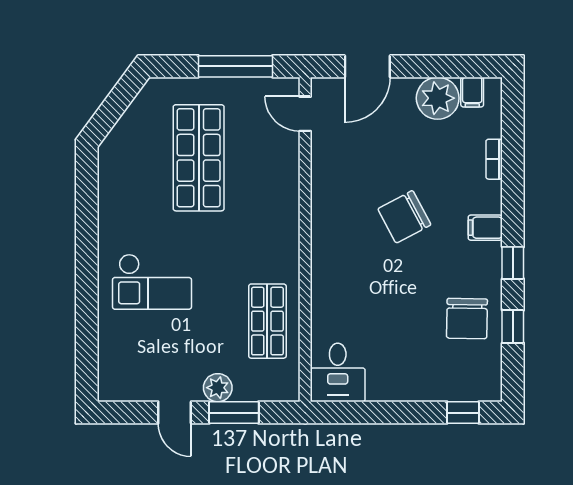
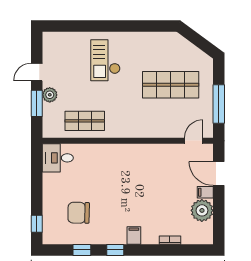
filing cabinet: (472, 92) -> (205, 192), moved
chair: (404, 217) -> (140, 193), removed
chair: (467, 319) -> (79, 213), moved

